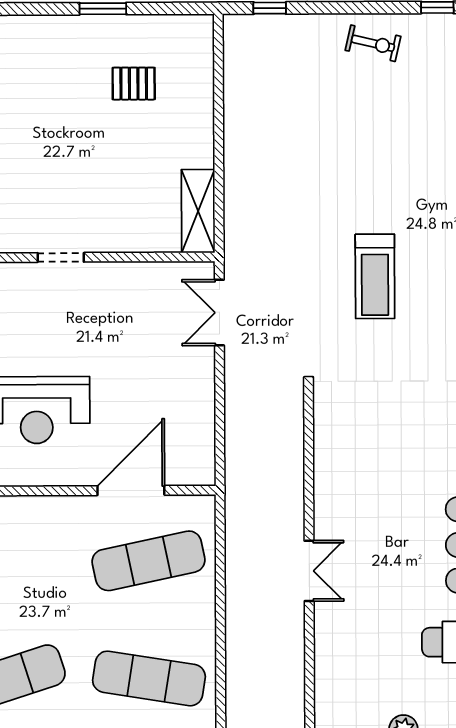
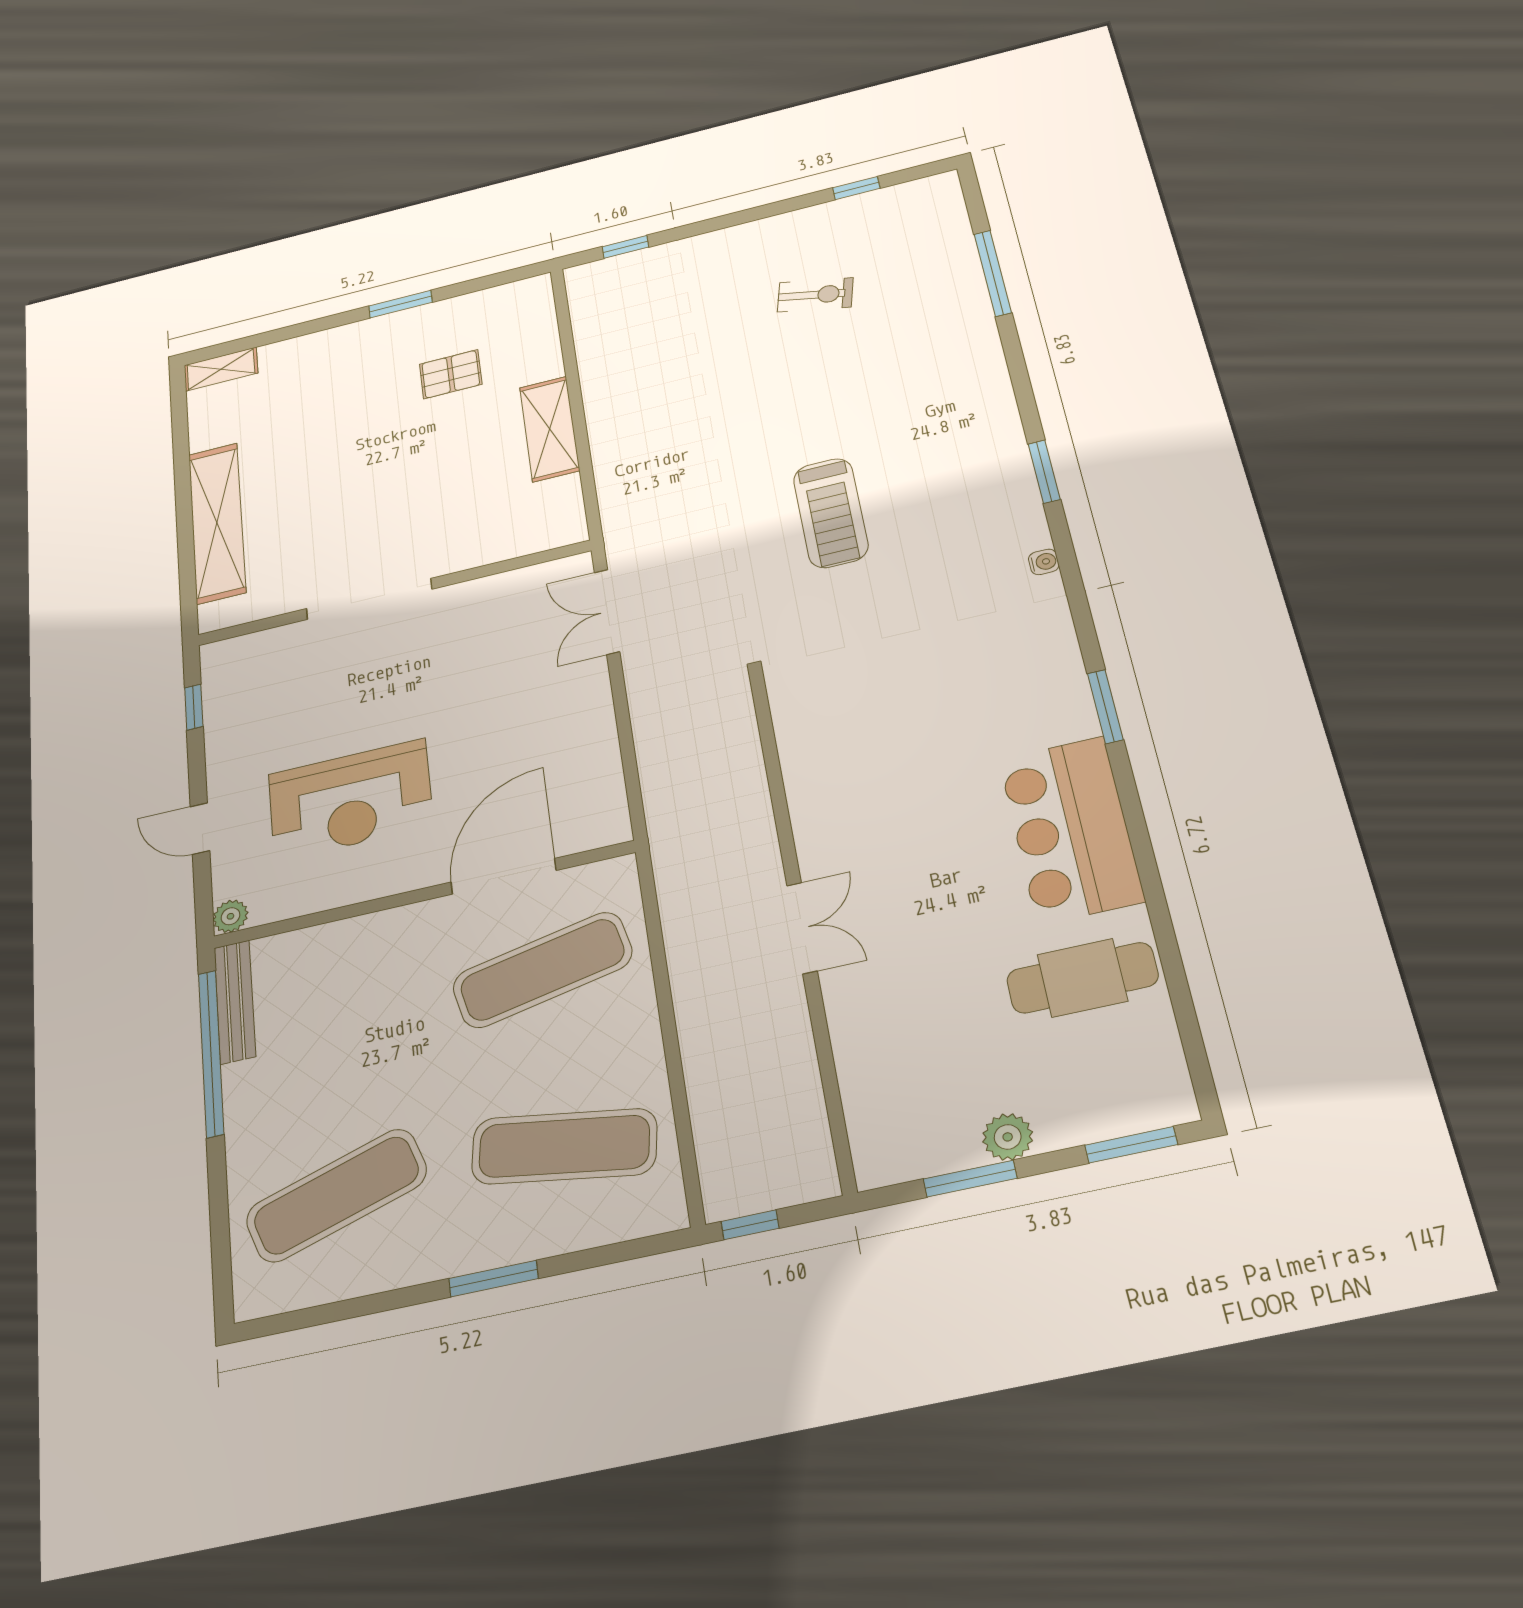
exercise bike: (373, 43) -> (815, 295), moved
shelving: (198, 211) -> (550, 429), moved
doorway: (61, 257) -> (369, 599), width x1.88

